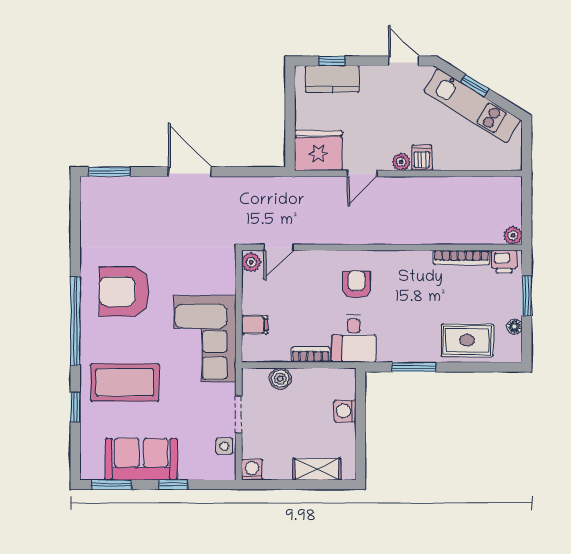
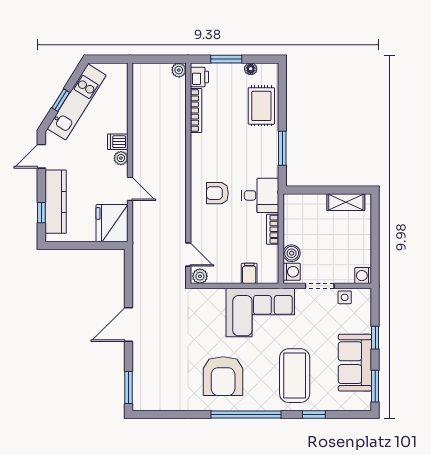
kitchen counter: (332, 79) -> (56, 202), width x1.50
washing machine: (345, 411) -> (292, 272), moved, turned -90
shelving: (317, 469) -> (346, 202), moved, turned 90

